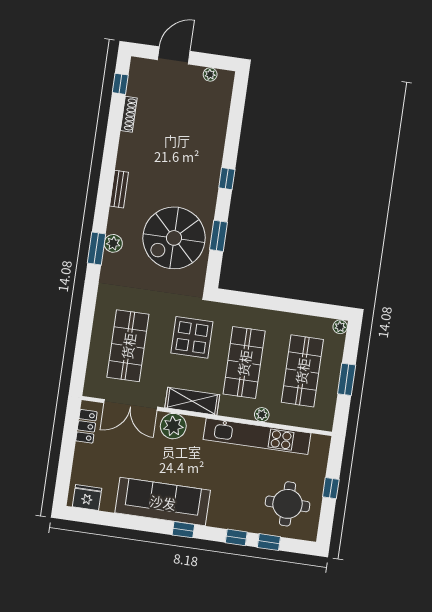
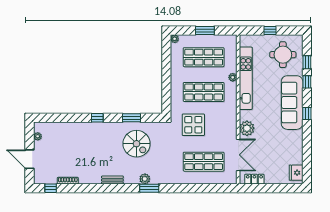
spiral stairs: (174, 238) -> (137, 144), width x0.73, depth x0.73
shelving: (192, 401) -> (231, 119), removed
sofa: (163, 502) -> (292, 103), moved

